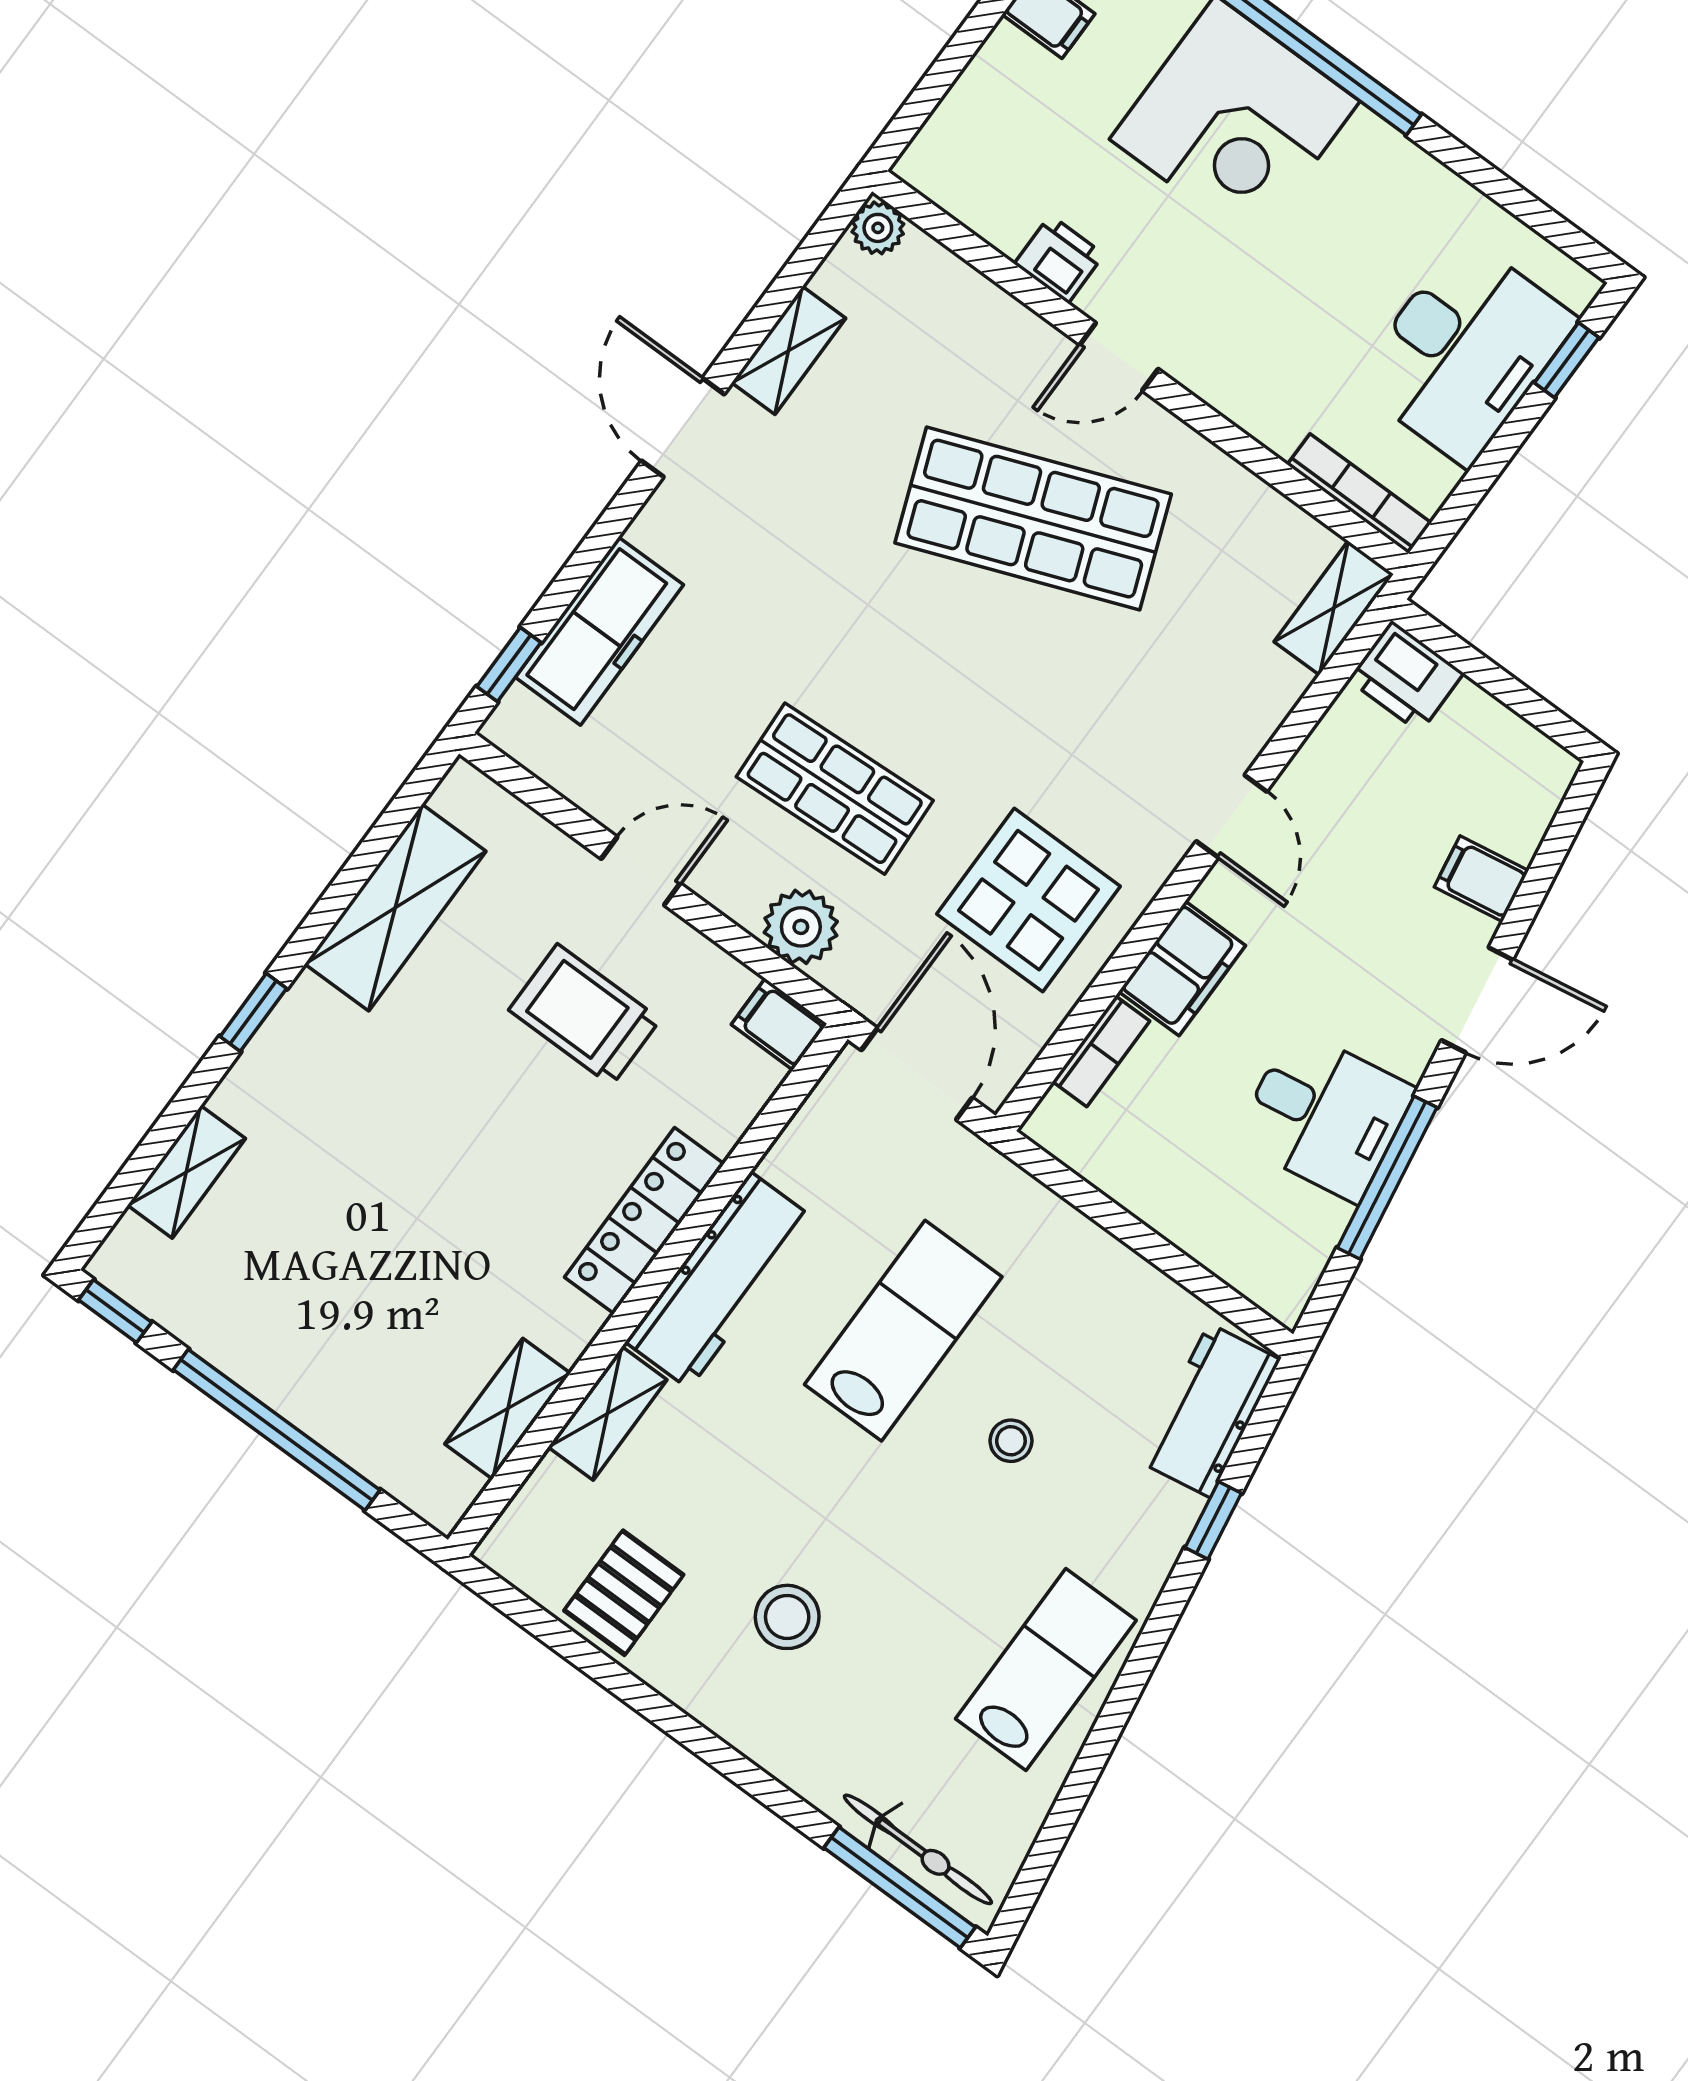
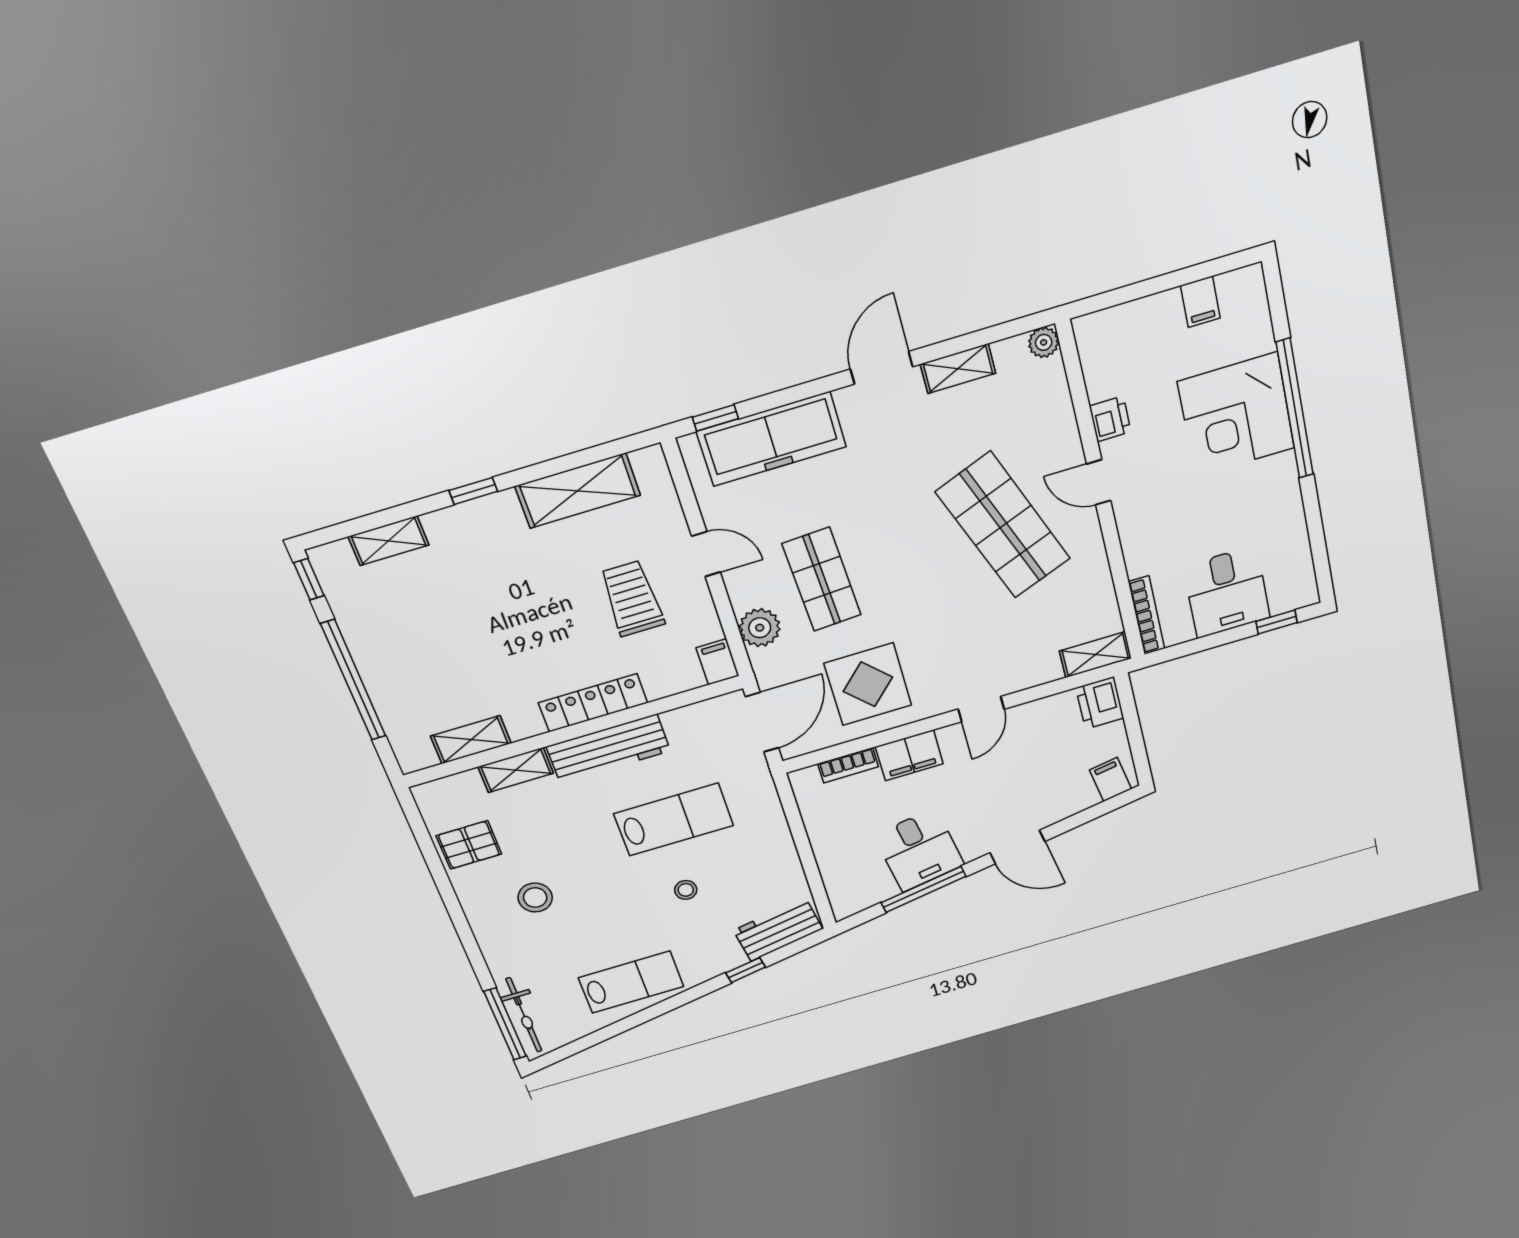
desk: (1465, 351) -> (1227, 592), width x0.73
freezer: (599, 631) -> (771, 439), width x1.36, depth x1.26
filing cabinet: (1481, 879) -> (1111, 779), moved

